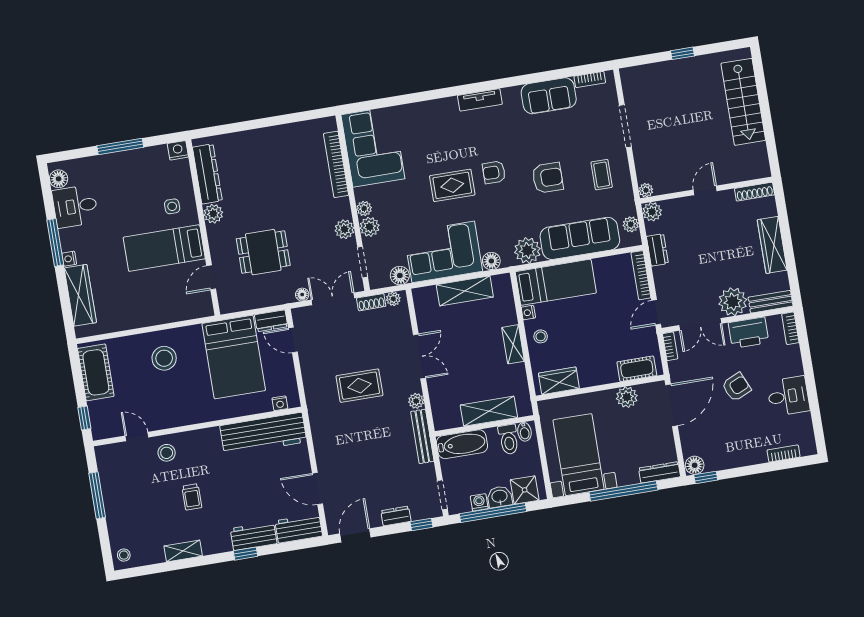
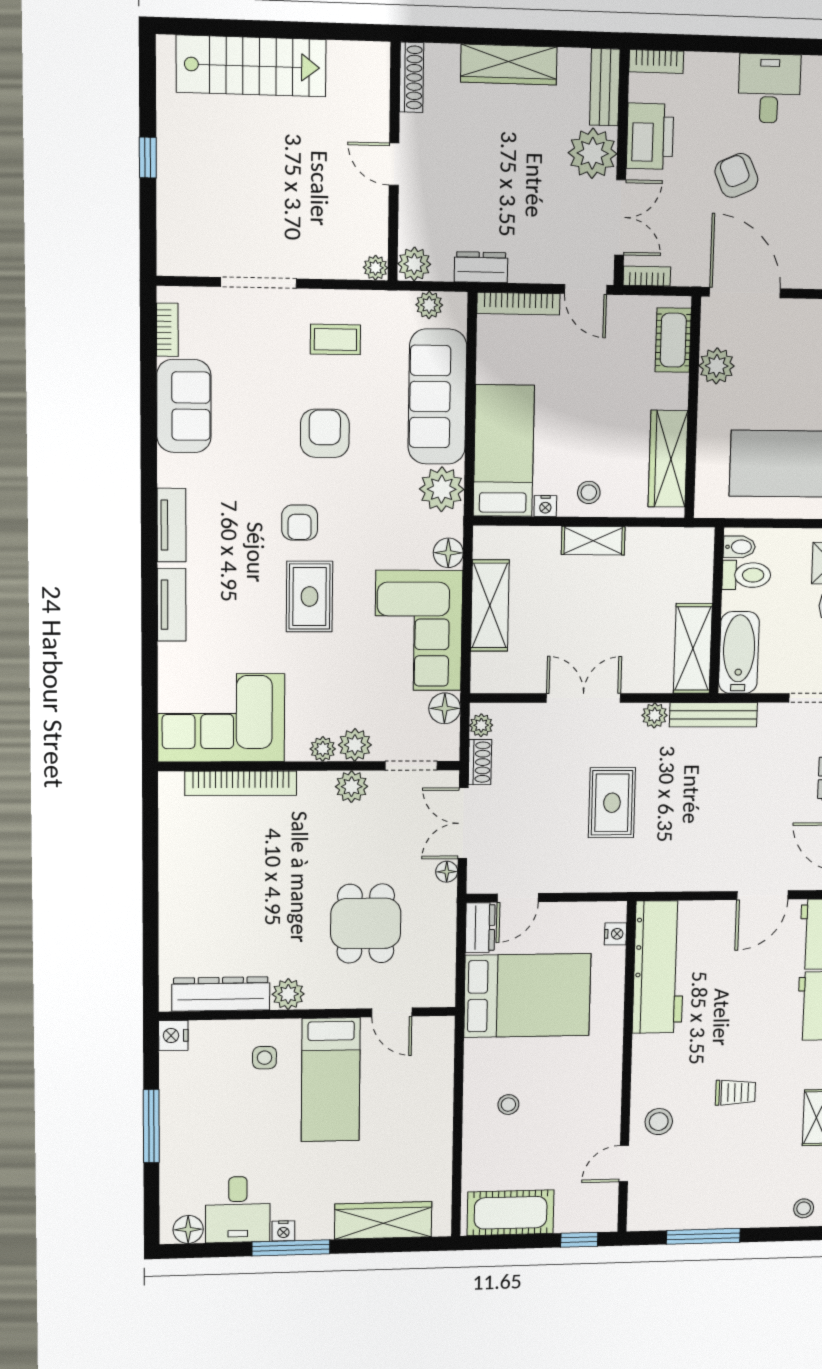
tv unit: (434, 107) -> (172, 605), added
nightstand: (69, 259) -> (283, 1231), moved
stool: (164, 358) -> (508, 1105), width x0.53, depth x0.53
wardrobe: (559, 381) -> (668, 459), width x1.50
shelving: (489, 411) -> (693, 648), moved

